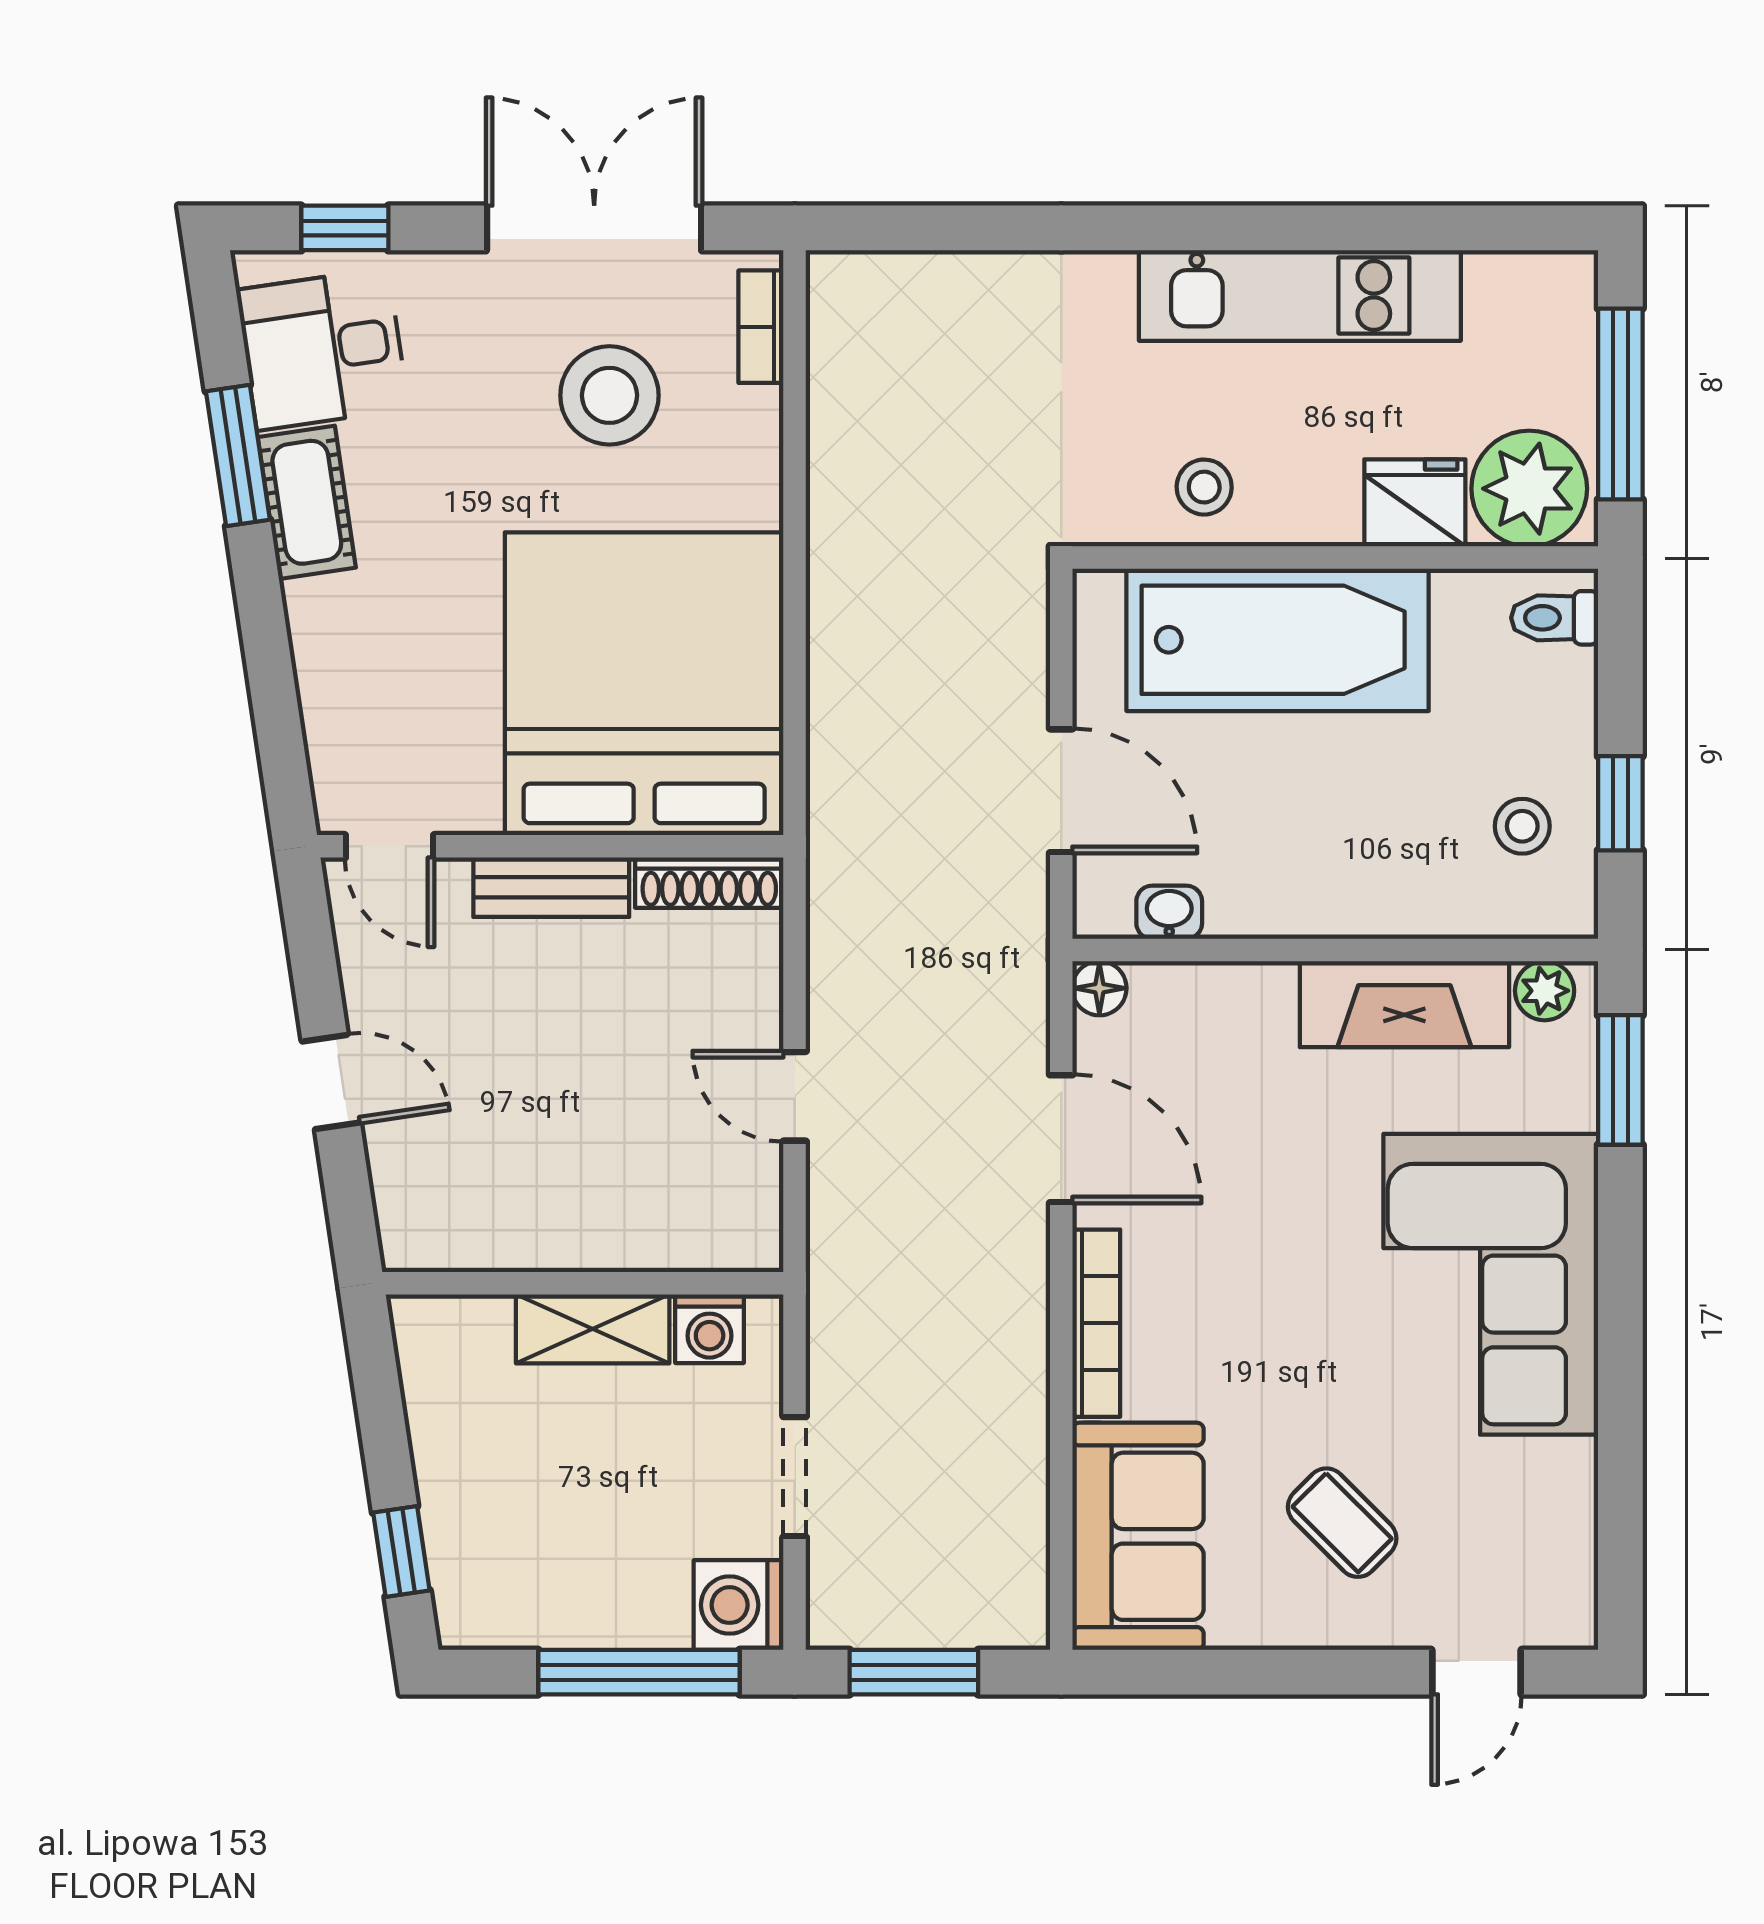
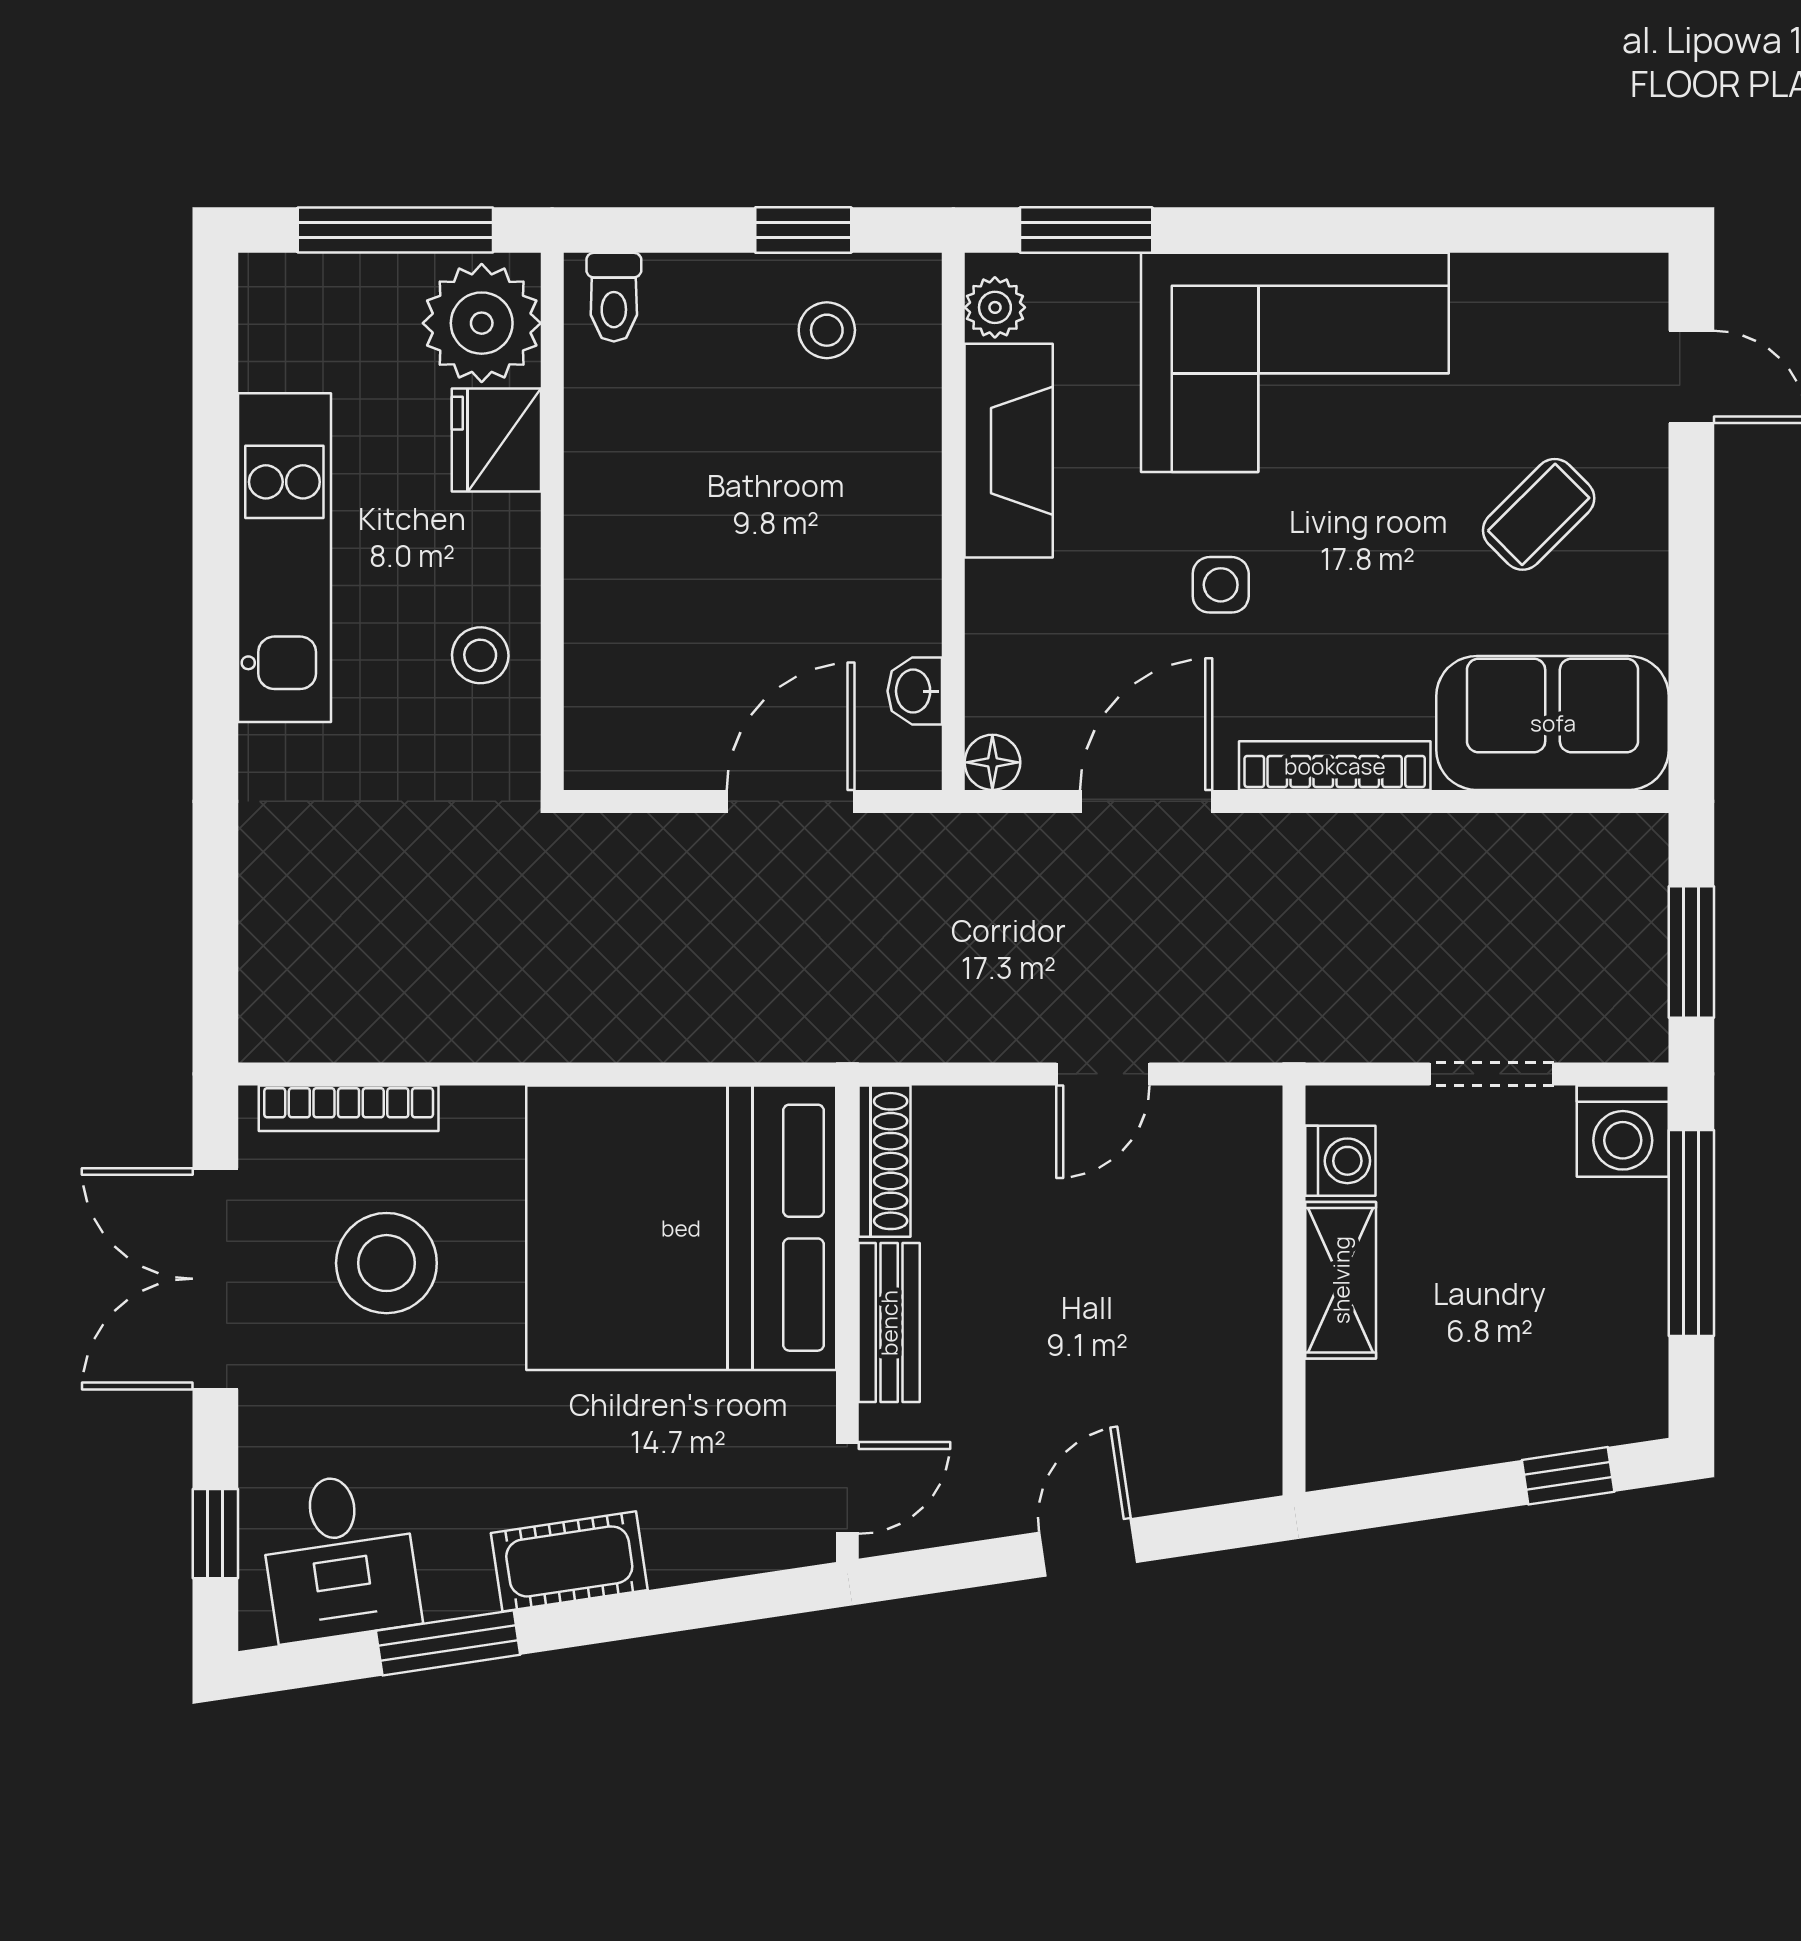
bookcase: (761, 327) -> (349, 1108), width x1.56
cot: (307, 502) -> (569, 1561), moved
bathtub: (1278, 640) -> (636, 580), removed
side table: (1273, 1212) -> (1221, 585), added

